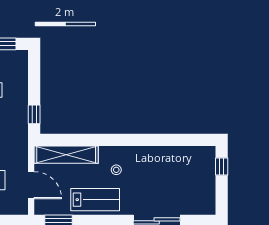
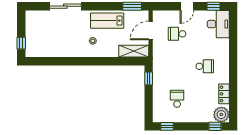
shelving: (66, 155) -> (134, 51), width x0.68
door: (31, 185) -> (151, 30), hinge flipped

